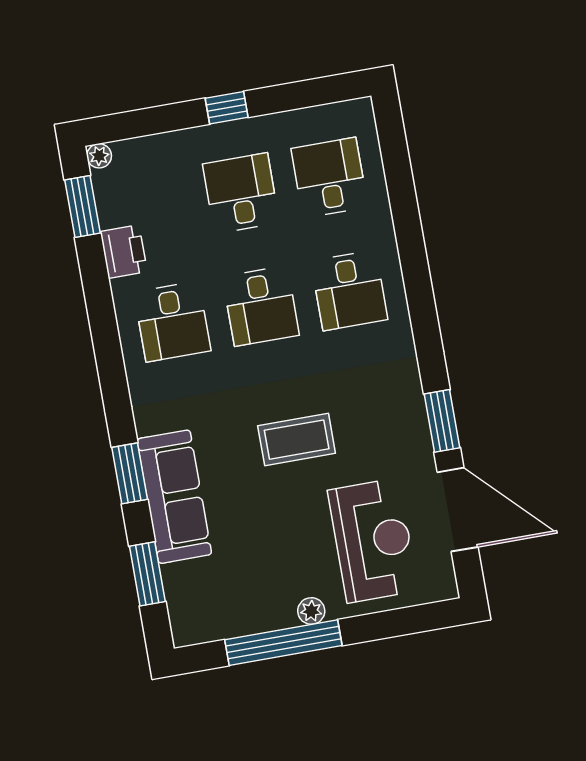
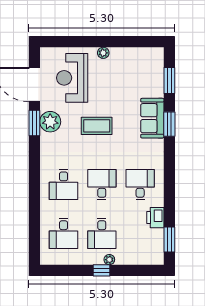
plant: (99, 156) -> (109, 260), moved
desk: (349, 290) -> (64, 185), turned 180
plant: (406, 430) -> (50, 122), added
sofa: (174, 497) -> (152, 118), width x0.73
window: (283, 643) -> (117, 42), removed

